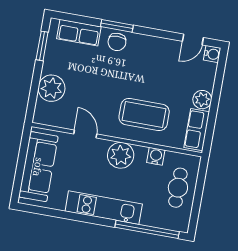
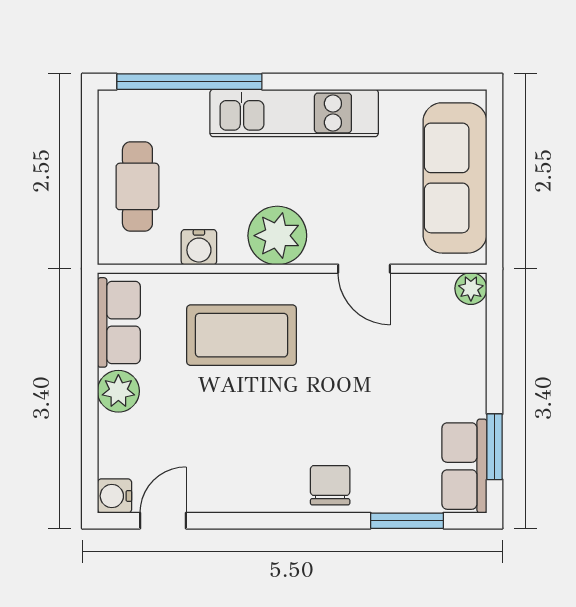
window: (117, 26) -> (407, 521), moved
row of seats: (79, 33) -> (464, 466), moved, turned -90
plant: (52, 88) -> (471, 288), moved, width x0.53, depth x0.53

